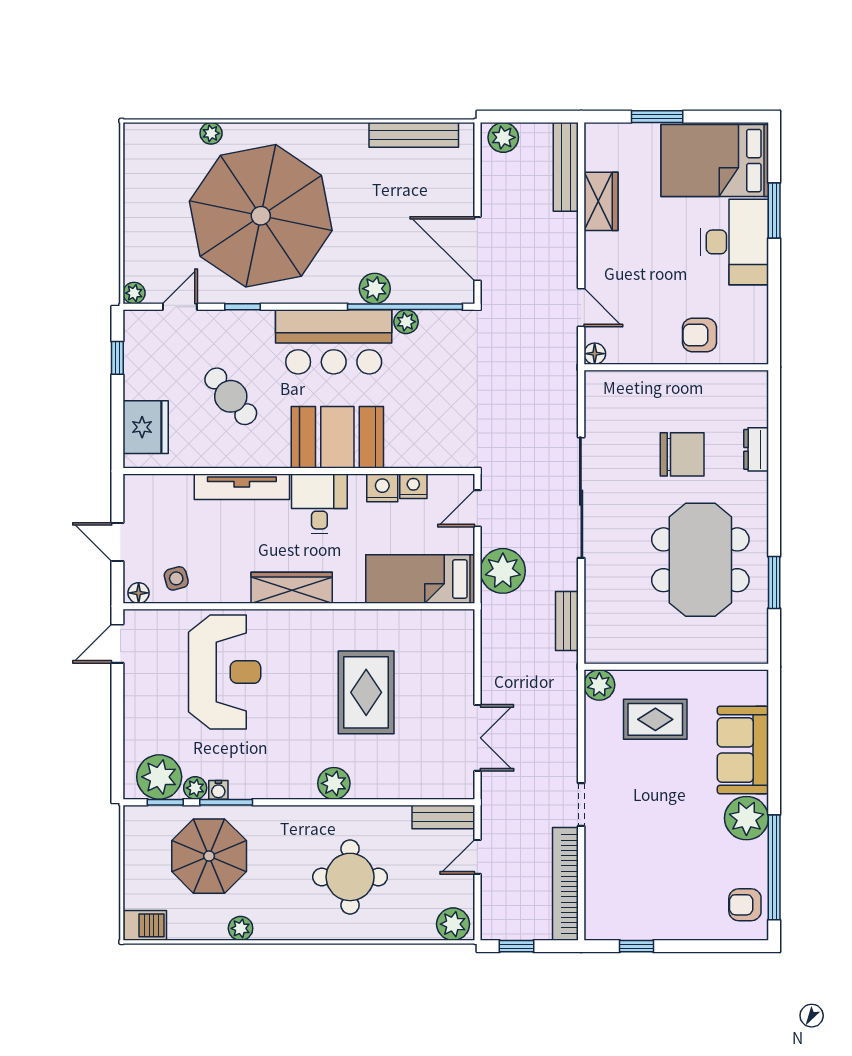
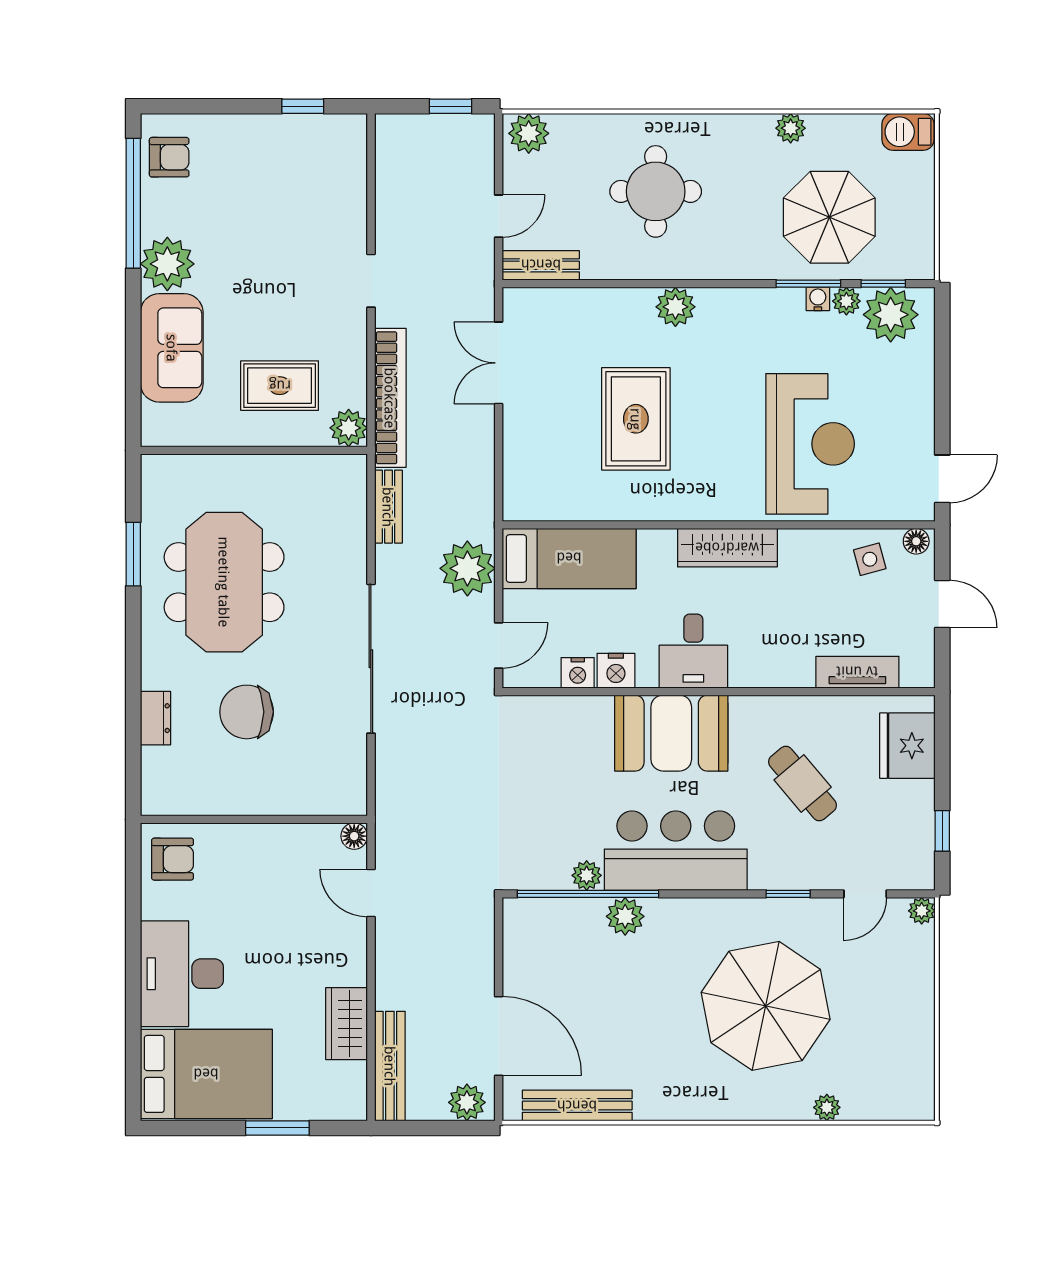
window: (774, 211) -> (133, 1012), removed
parasol: (261, 216) -> (766, 1006), width x0.73, depth x0.73
door: (477, 249) -> (499, 1036), moved
armchair: (700, 335) -> (173, 859), moved
tv unit: (242, 487) -> (857, 672), moved, width x0.71
reception desk: (225, 672) -> (810, 444), turned 180
bookcase: (565, 884) -> (390, 398), moved

